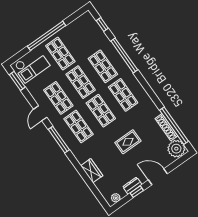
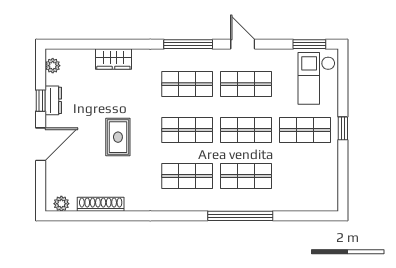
window: (102, 24) -> (304, 216), removed
window: (47, 36) -> (343, 128), width x0.32
window: (174, 126) -> (95, 216), removed
plant: (176, 149) -> (61, 204), width x0.53, depth x0.53

